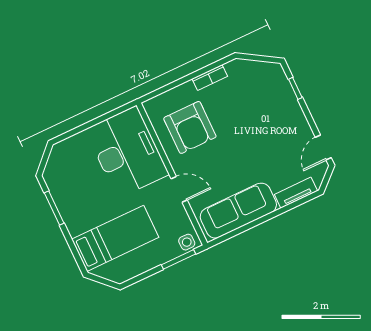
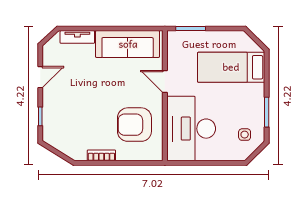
armchair: (190, 127) -> (134, 125), turned -90
door: (323, 147) -> (40, 77), moved
side table: (187, 242) -> (245, 135), moved

